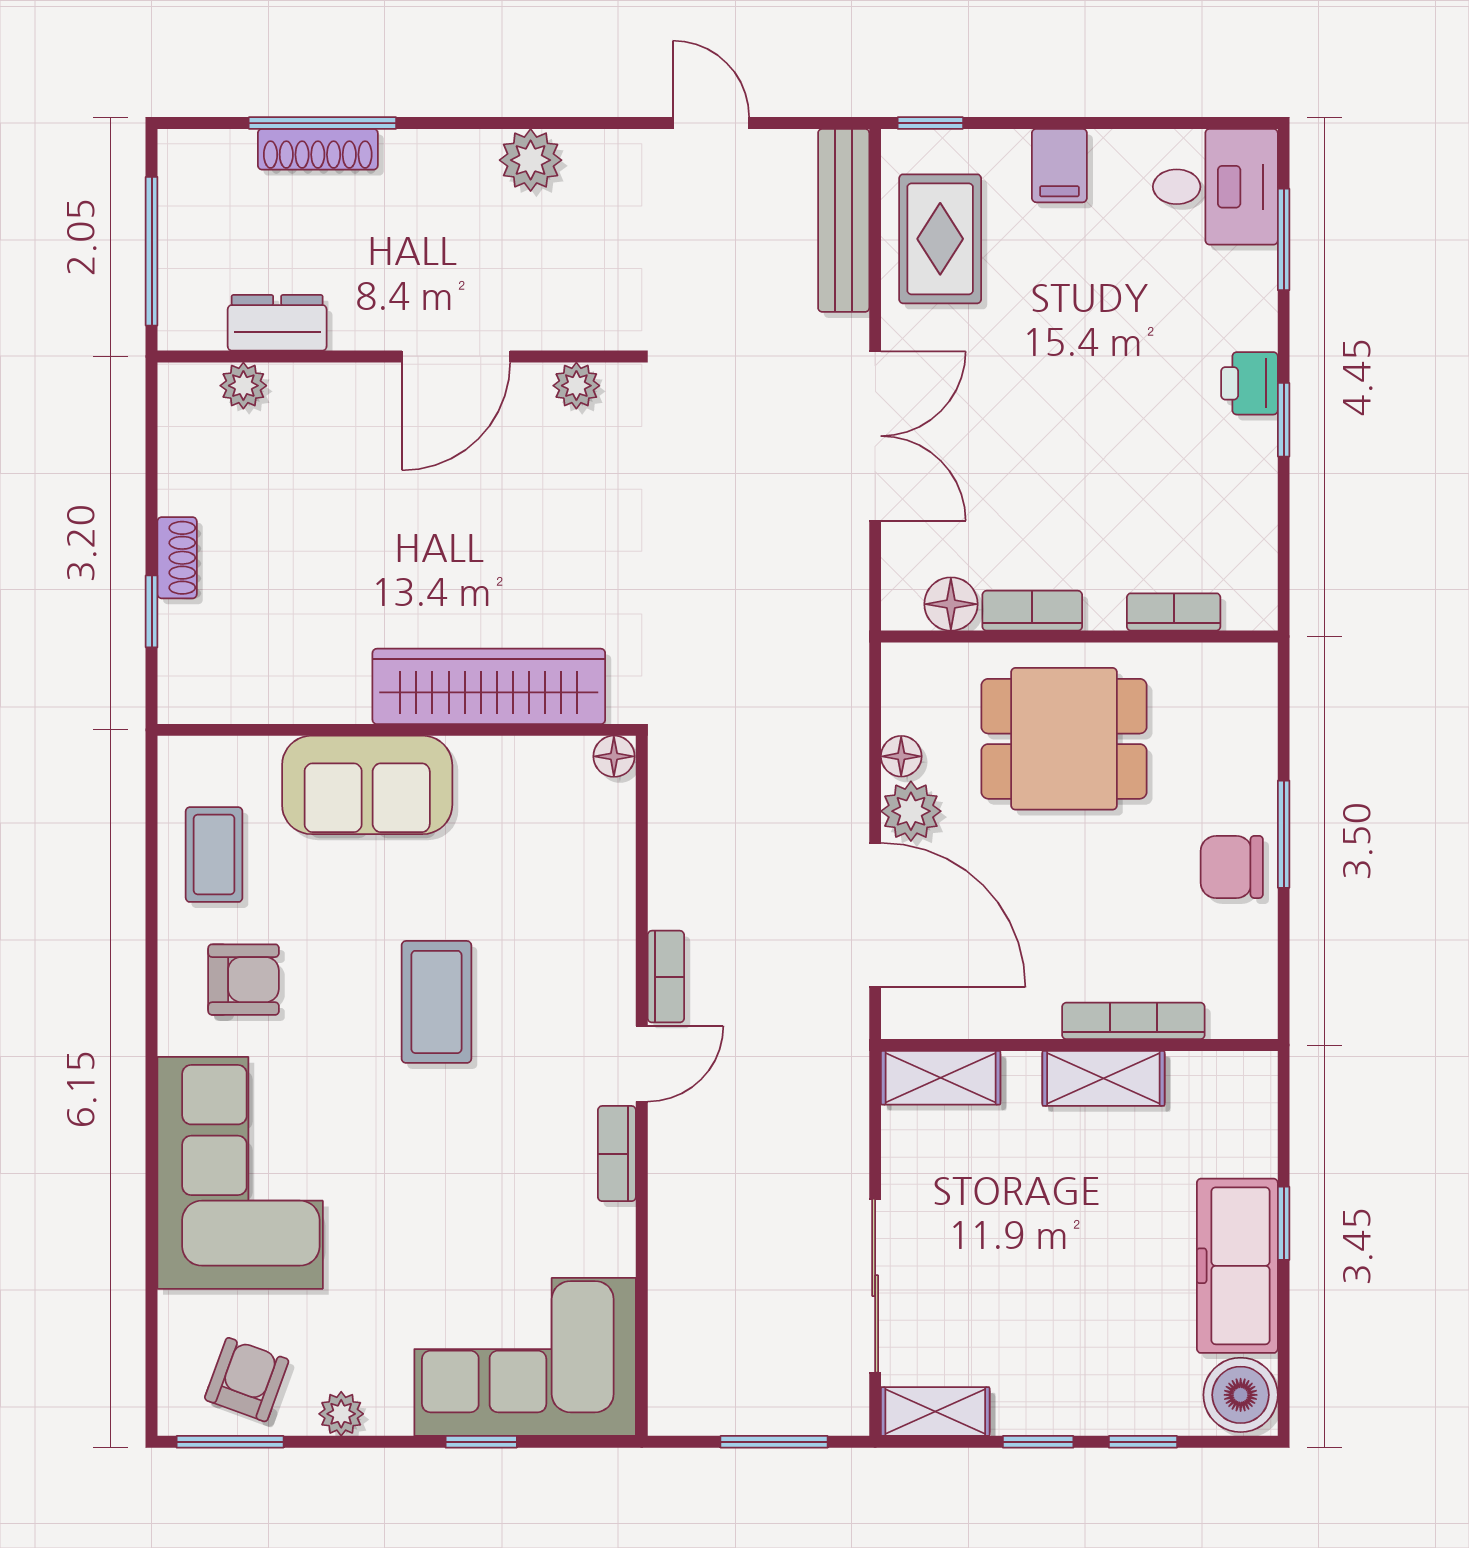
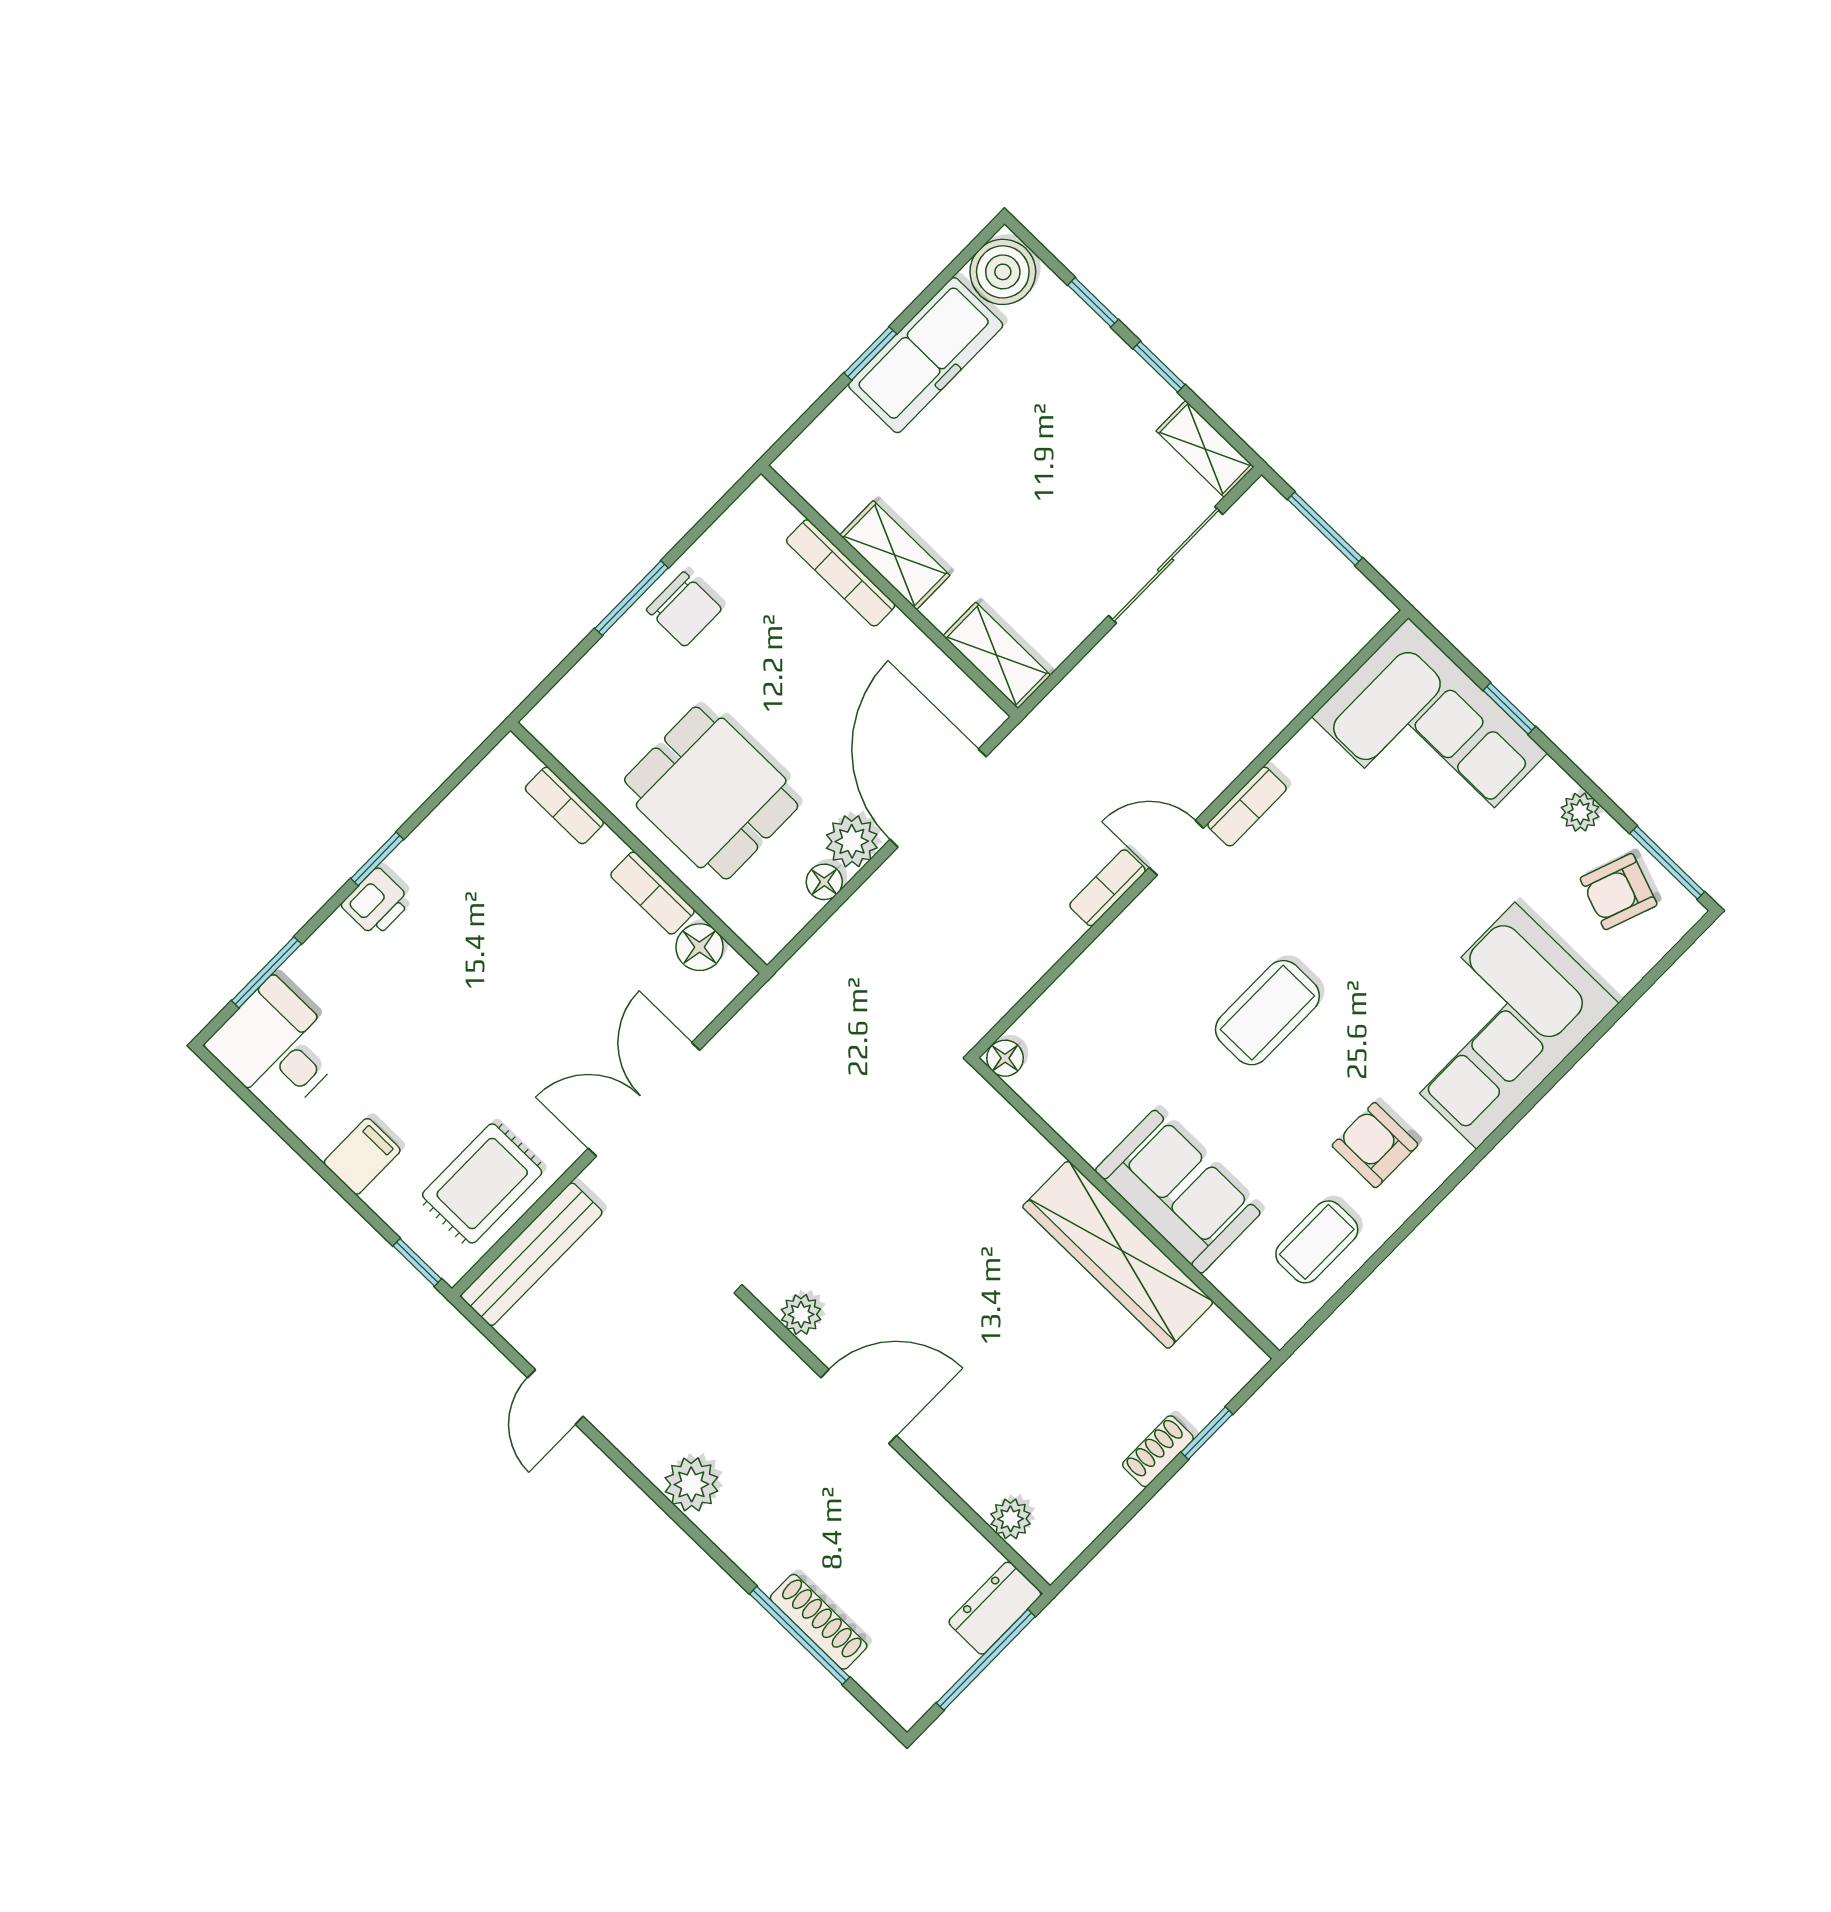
dresser: (277, 323) -> (995, 1608), moved, turned 90
wardrobe: (489, 686) -> (1118, 1254), moved

